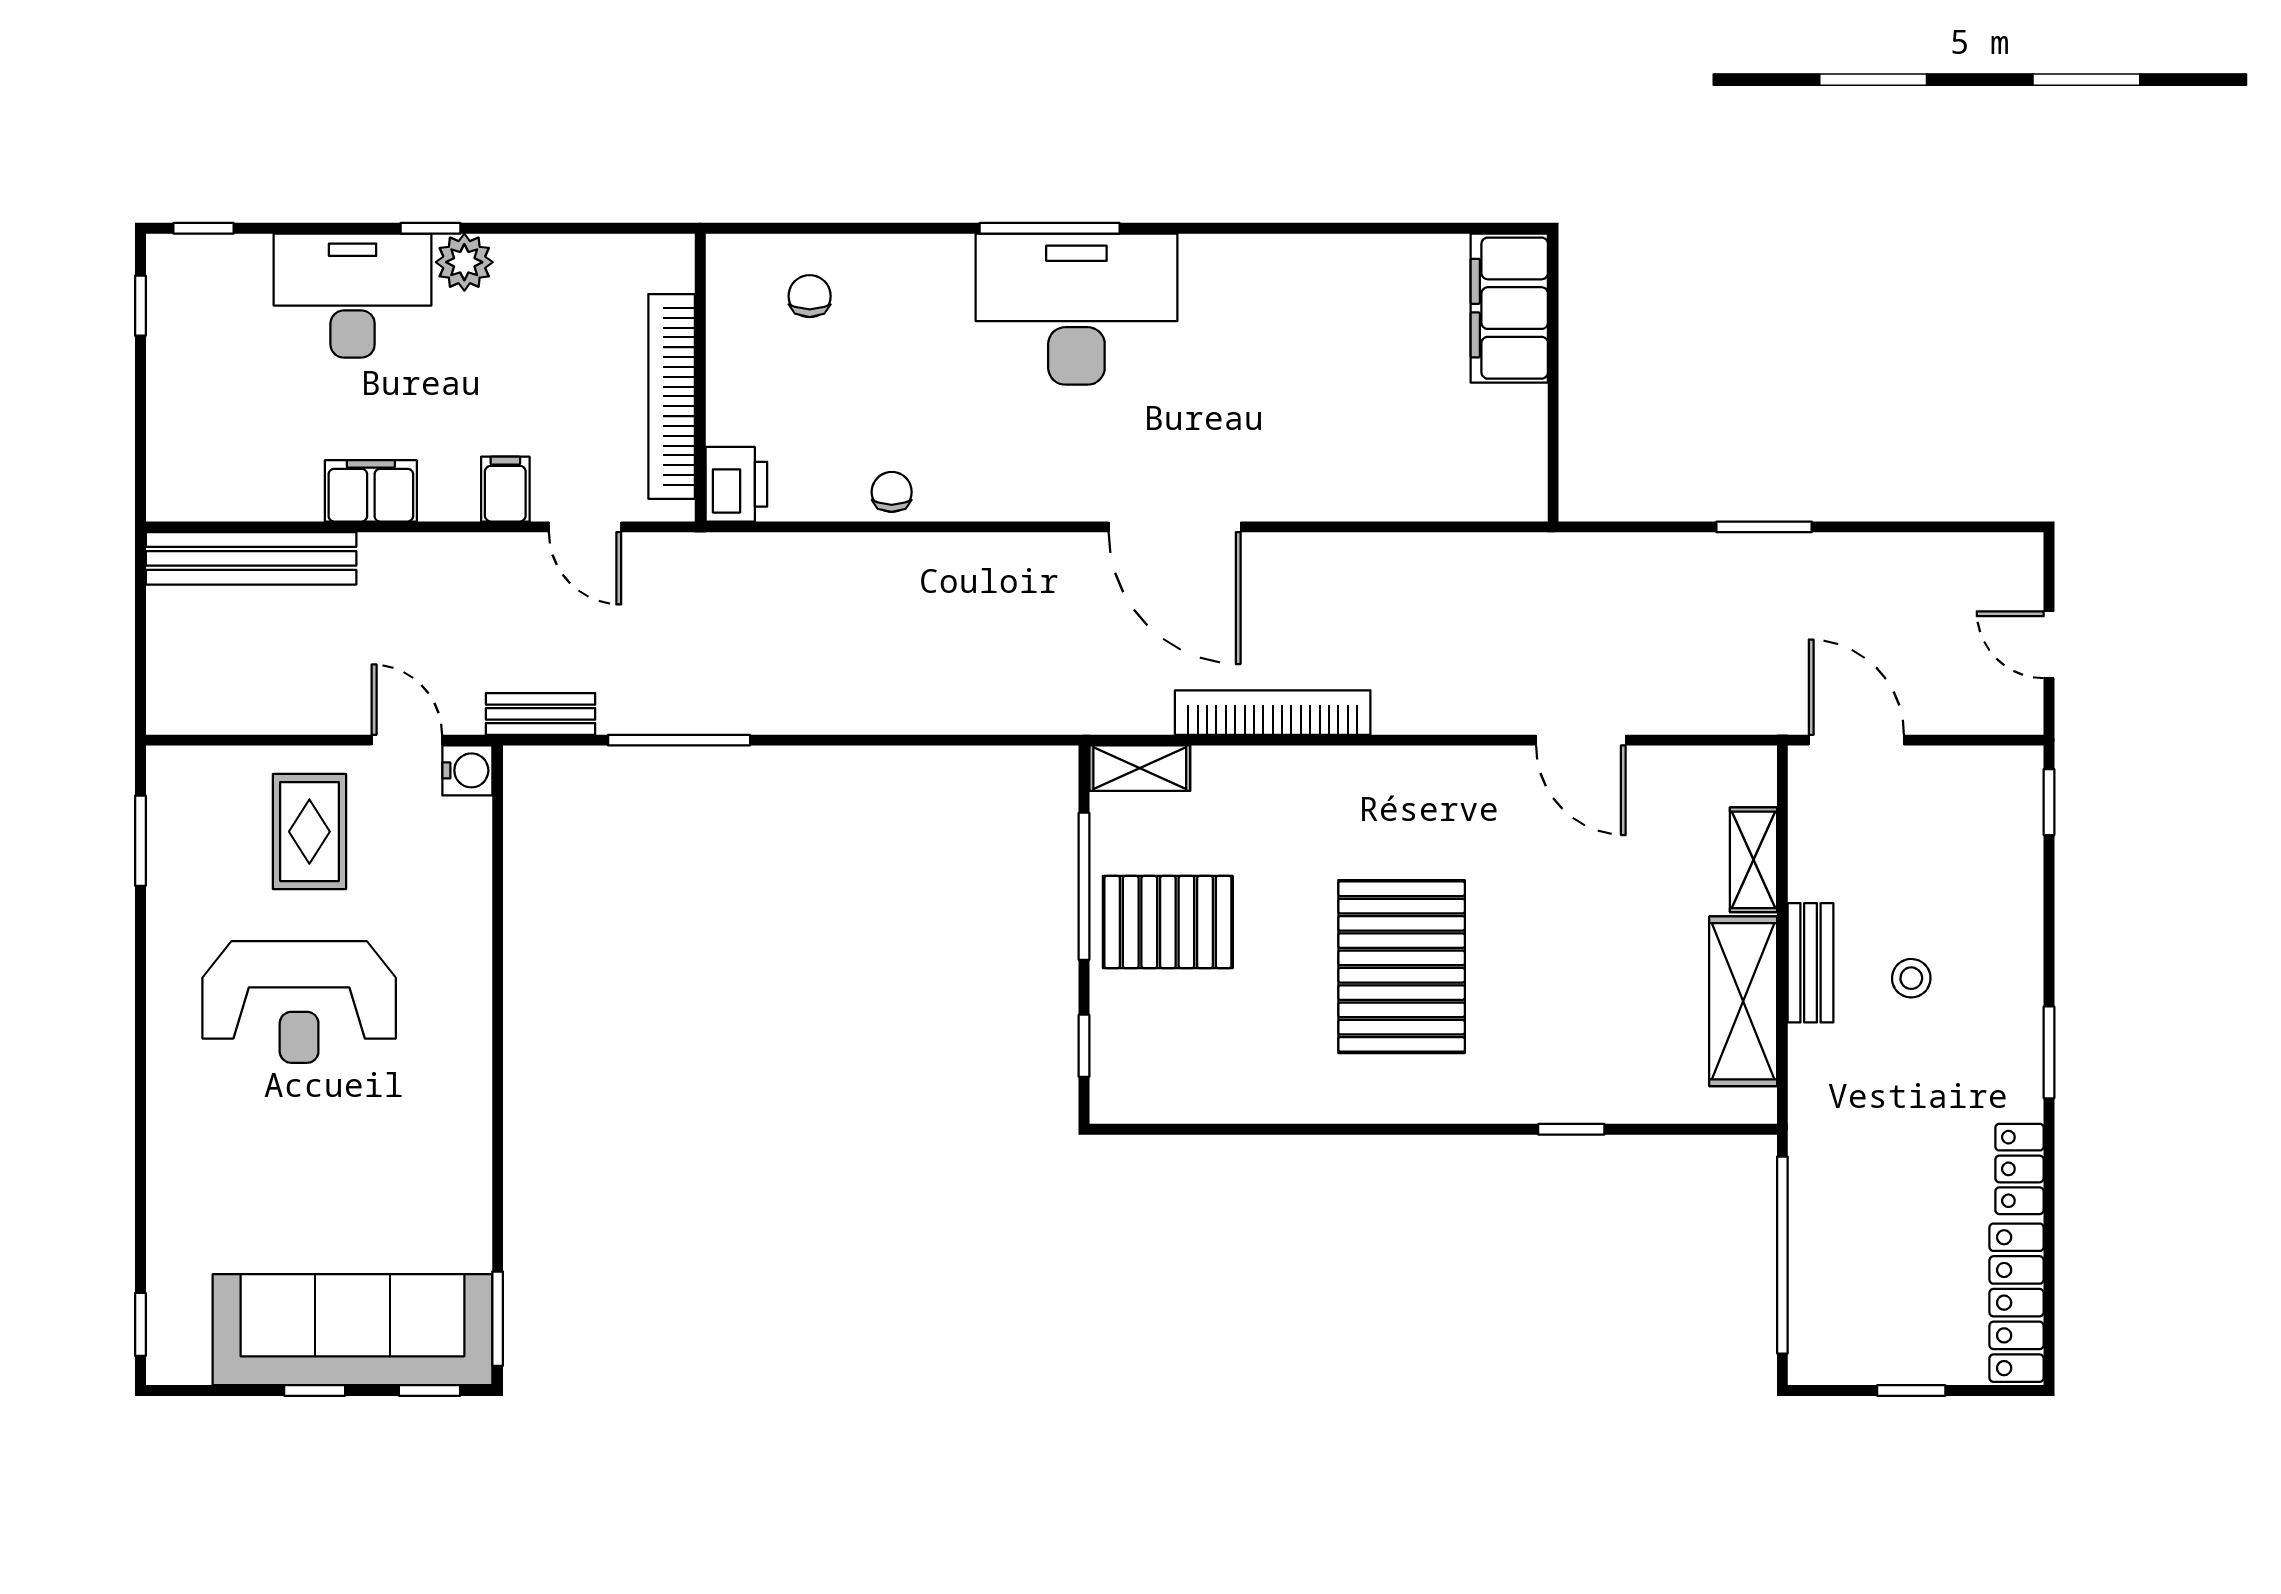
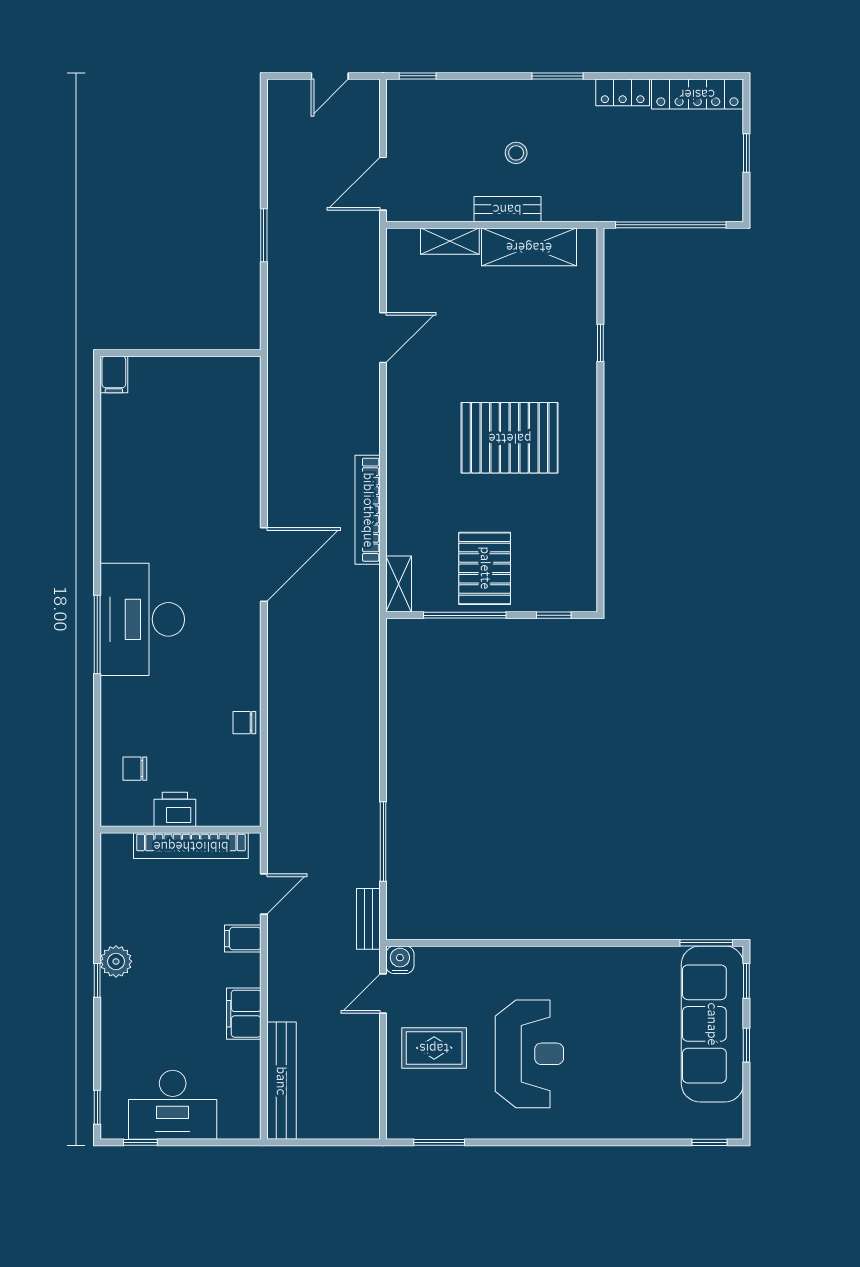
desk: (353, 296) -> (173, 1105), moved, turned -90
filing cabinet: (1509, 308) -> (114, 375), width x0.33, depth x0.86
printer: (736, 484) -> (175, 809), moved

